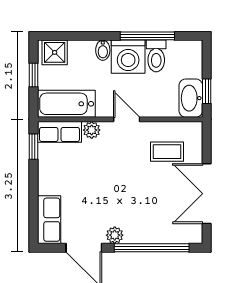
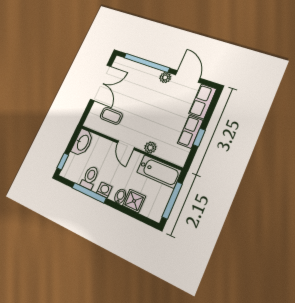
shower: (55, 52) -> (134, 201), moved
washing machine: (128, 57) -> (104, 190), width x0.53, depth x0.53
window: (33, 75) -> (172, 200), width x2.17
window: (207, 91) -> (63, 161), moved
row of seats: (59, 132) -> (190, 132), moved, turned -90
window: (33, 147) -> (199, 137), moved

